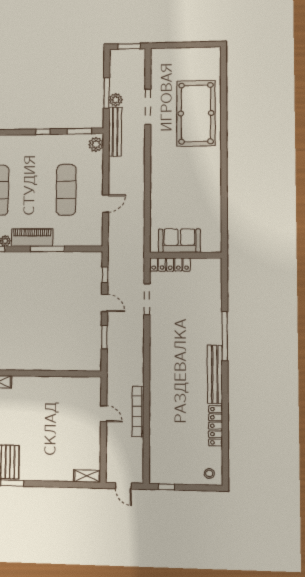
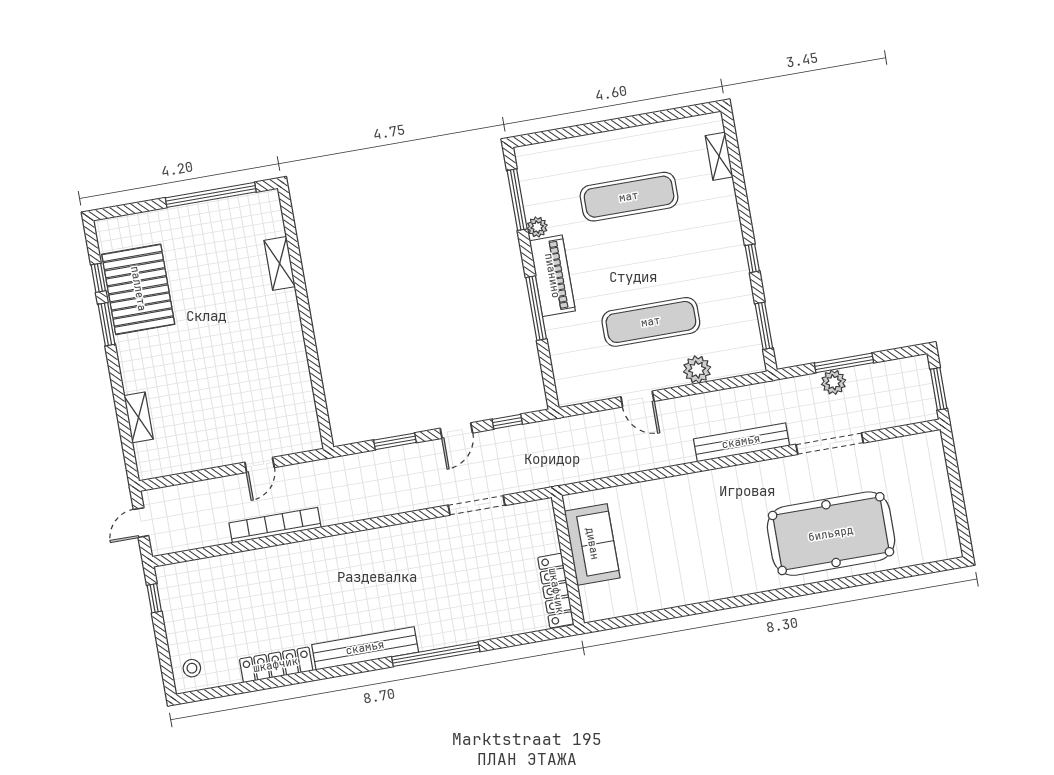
bench: (115, 132) -> (741, 442), moved
plant: (96, 144) -> (697, 370), moved
locker: (170, 265) -> (556, 591), moved
shelving: (87, 476) -> (138, 417), moved

